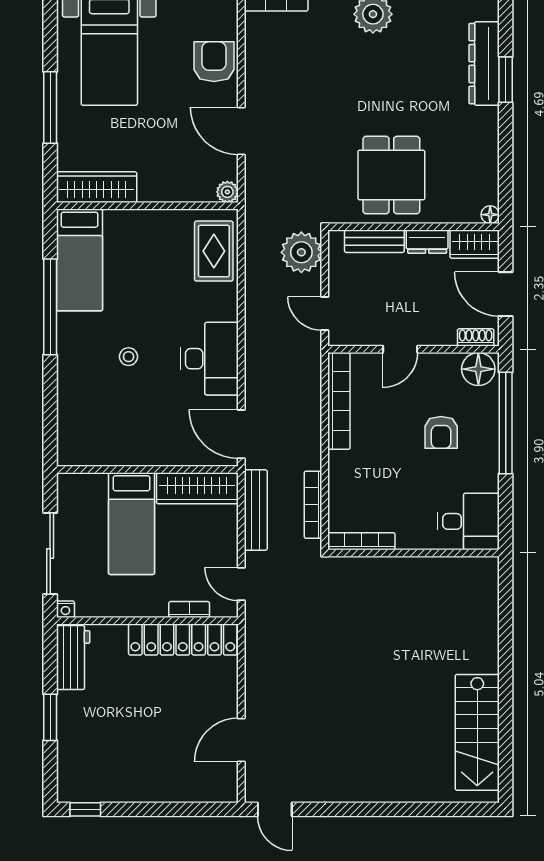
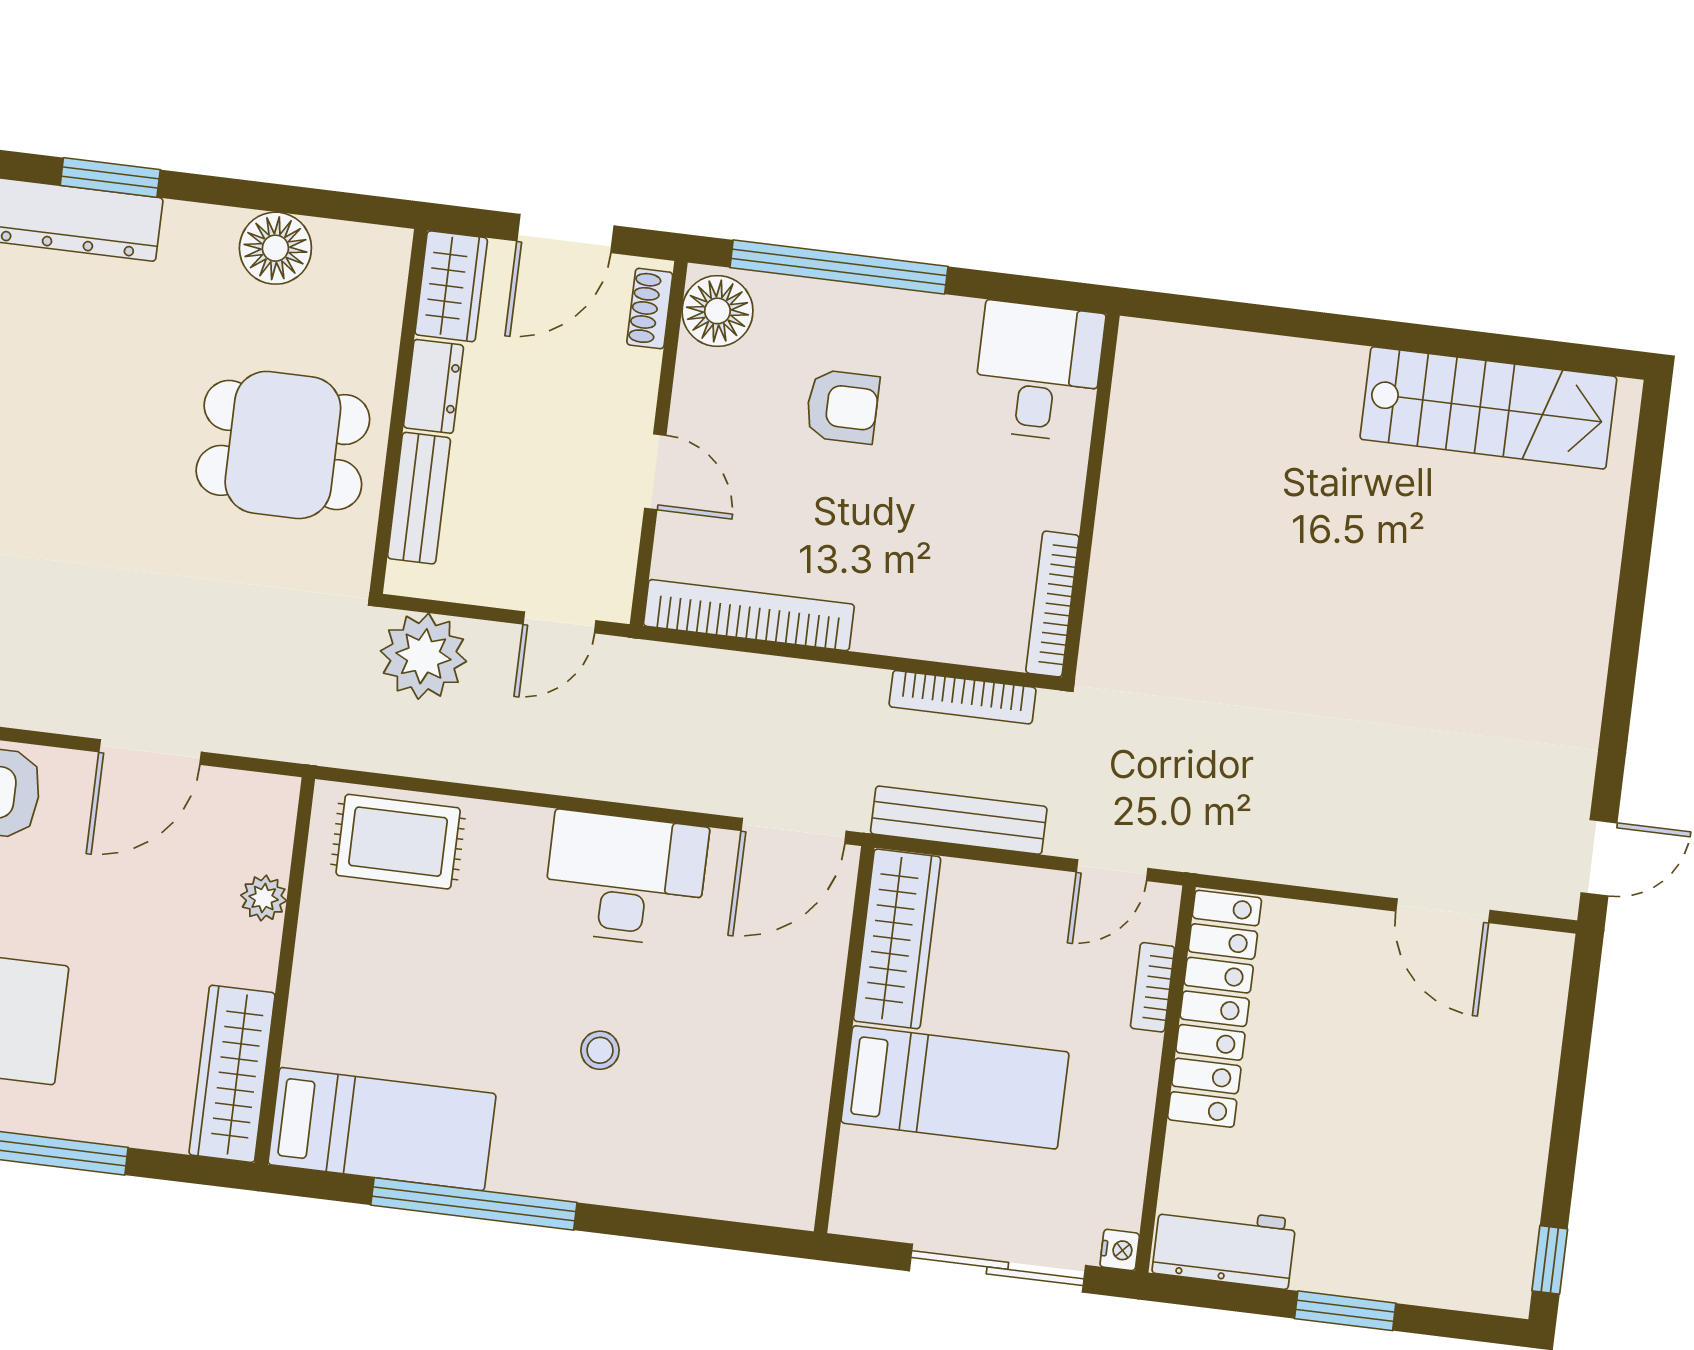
plant: (227, 192) -> (264, 898), moved
floor lamp: (490, 215) -> (275, 248), moved, width x1.89, depth x1.89

